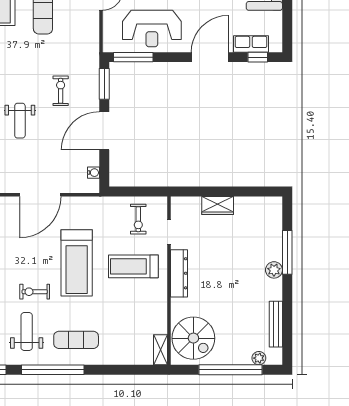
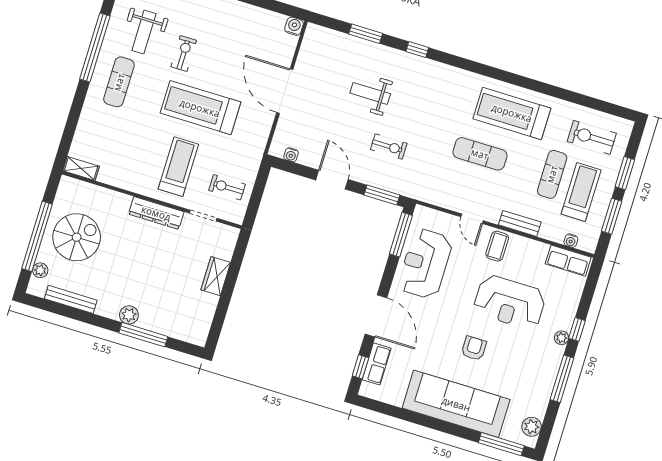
door: (104, 131) -> (332, 180), width x0.73
weight bench: (27, 332) -> (144, 32), turned 90
spiral stairs: (193, 338) -> (77, 237), moved, turned 180

